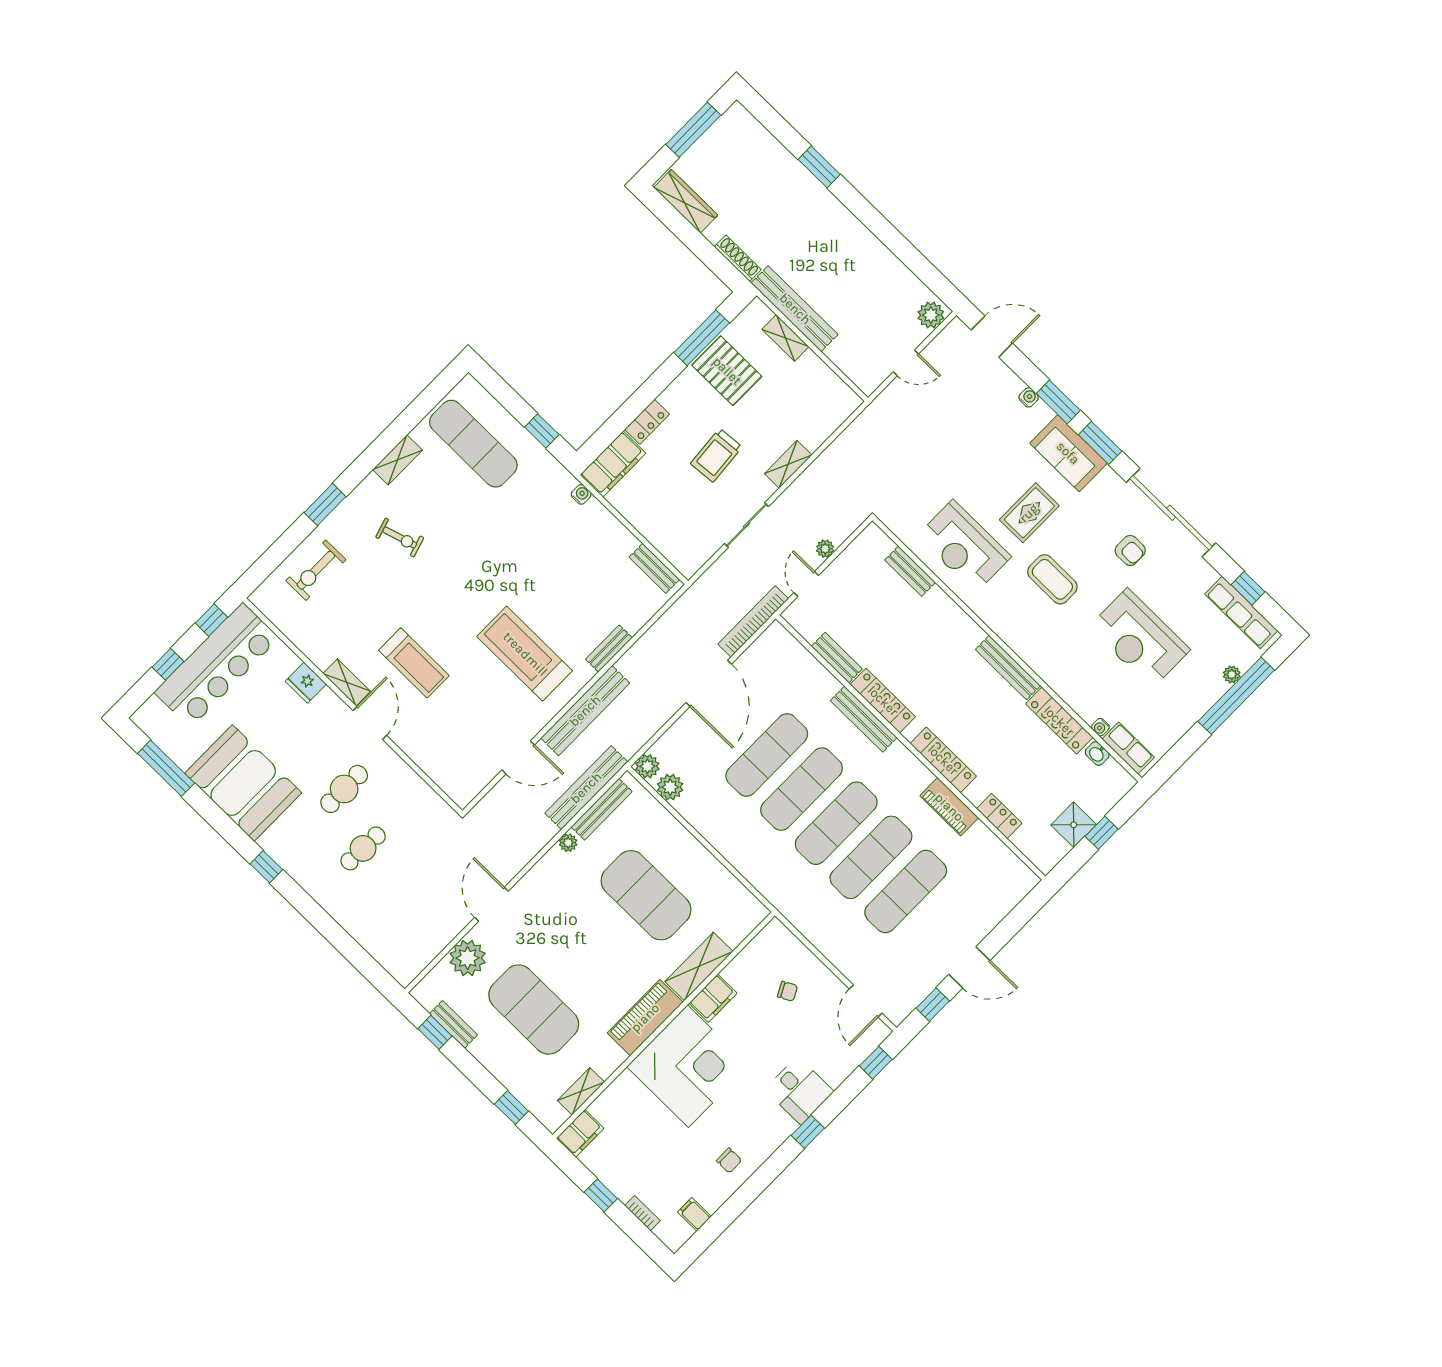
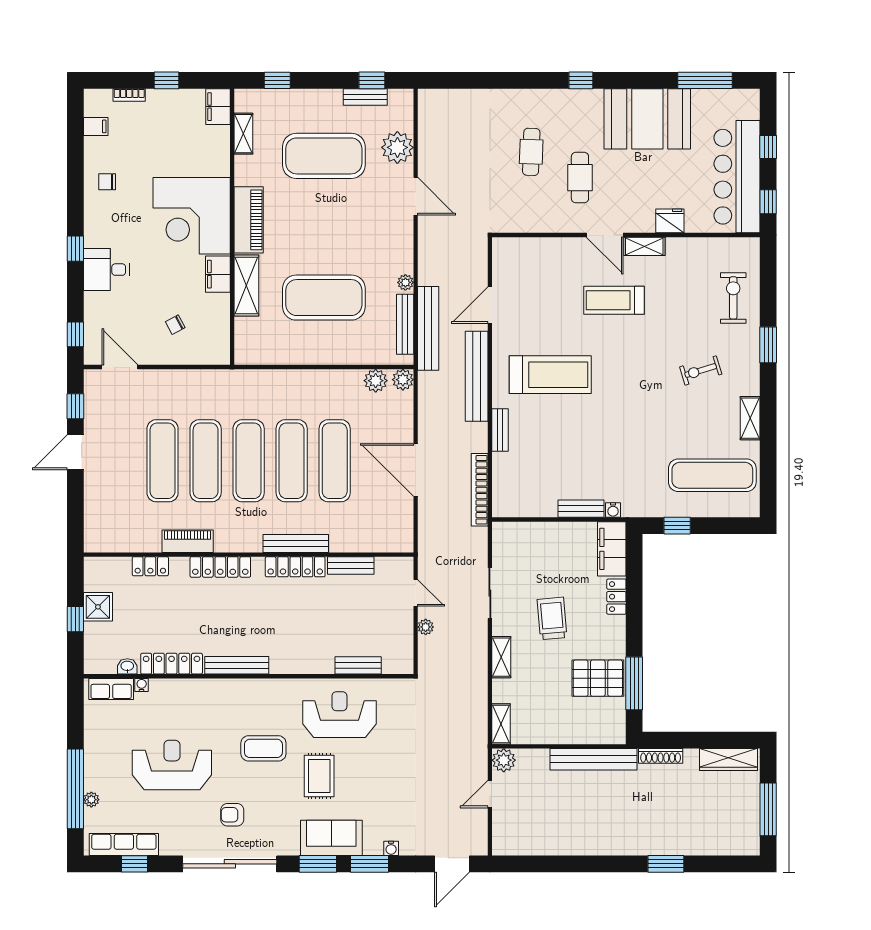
plant: (931, 315) -> (504, 760), moved
shelving: (785, 338) -> (501, 724), moved, turned 90
bench: (654, 568) -> (581, 509), moved
bookcase: (753, 621) -> (480, 490), moved, turned 180

